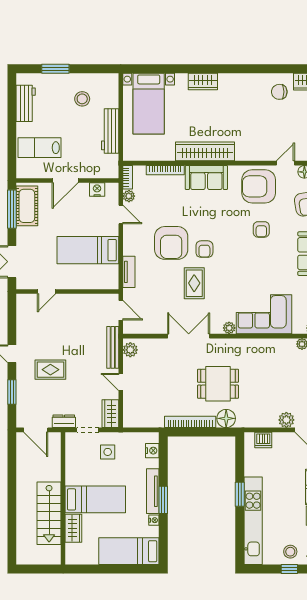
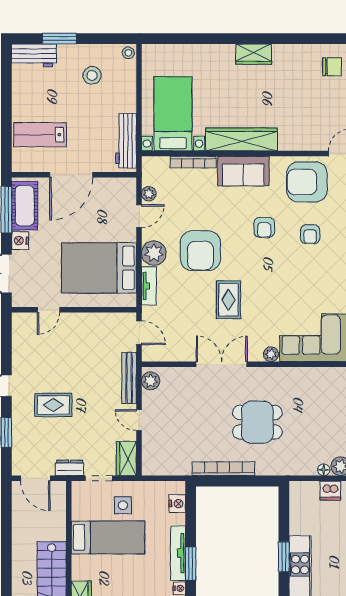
stool: (112, 80) -> (128, 53), added
wardrobe: (203, 81) -> (254, 54), moved
chair: (279, 92) -> (332, 67), turned 180
workbench: (26, 103) -> (34, 55), moved, turned 90
bed with nightstands: (149, 104) -> (173, 114), moved, turned 180
workbench: (110, 131) -> (126, 141), moved
bookcase: (128, 177) -> (147, 171), removed
door: (65, 180) -> (71, 175), width x1.36
nightstand: (97, 190) -> (20, 241), moved, turned -90
door: (121, 214) -> (139, 216), hinge flipped
plant: (133, 245) -> (154, 253), added
armchair: (204, 249) -> (264, 227), moved
bed: (88, 250) -> (99, 268), width x1.50
floor lamp: (226, 418) -> (324, 470), moved, width x0.53, depth x0.53
dishwasher: (263, 440) -> (330, 491), moved
bed: (95, 499) -> (108, 537), moved

